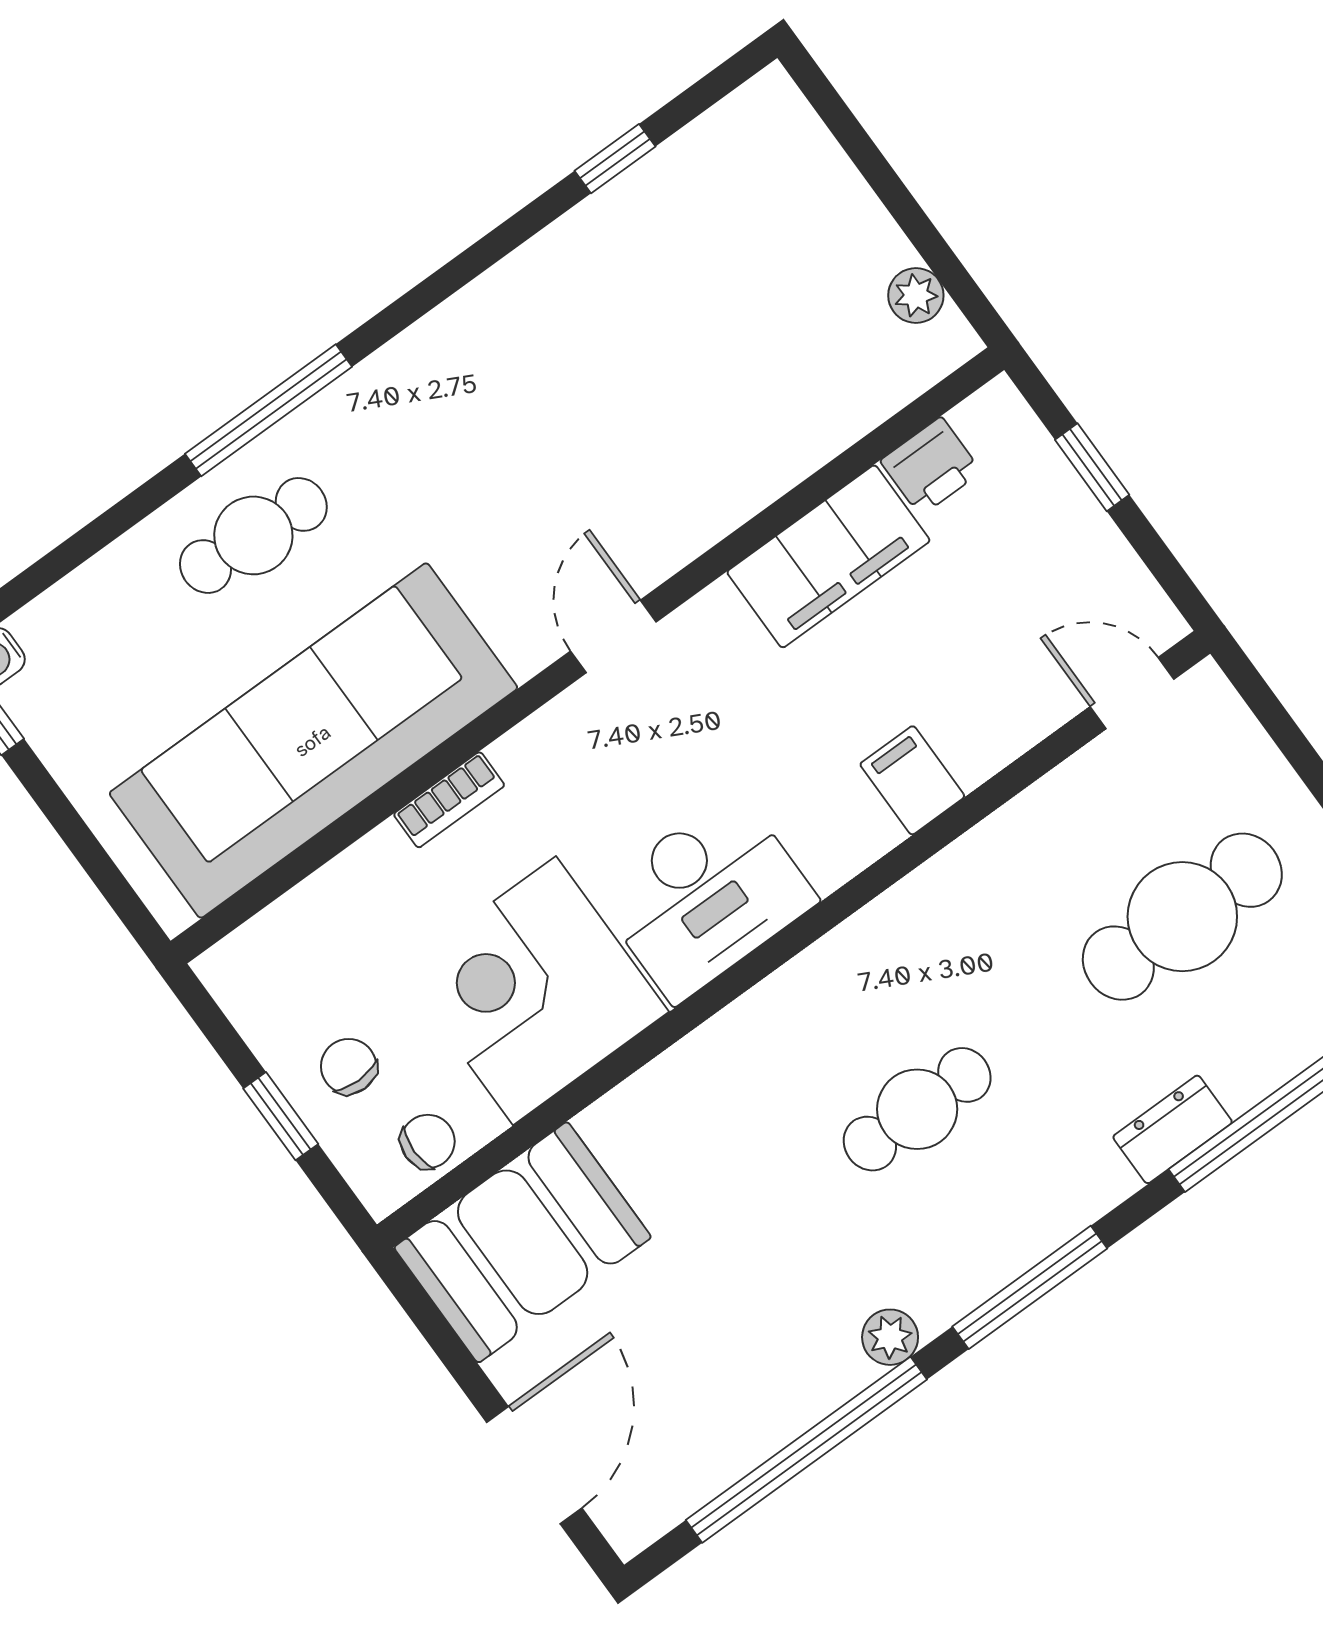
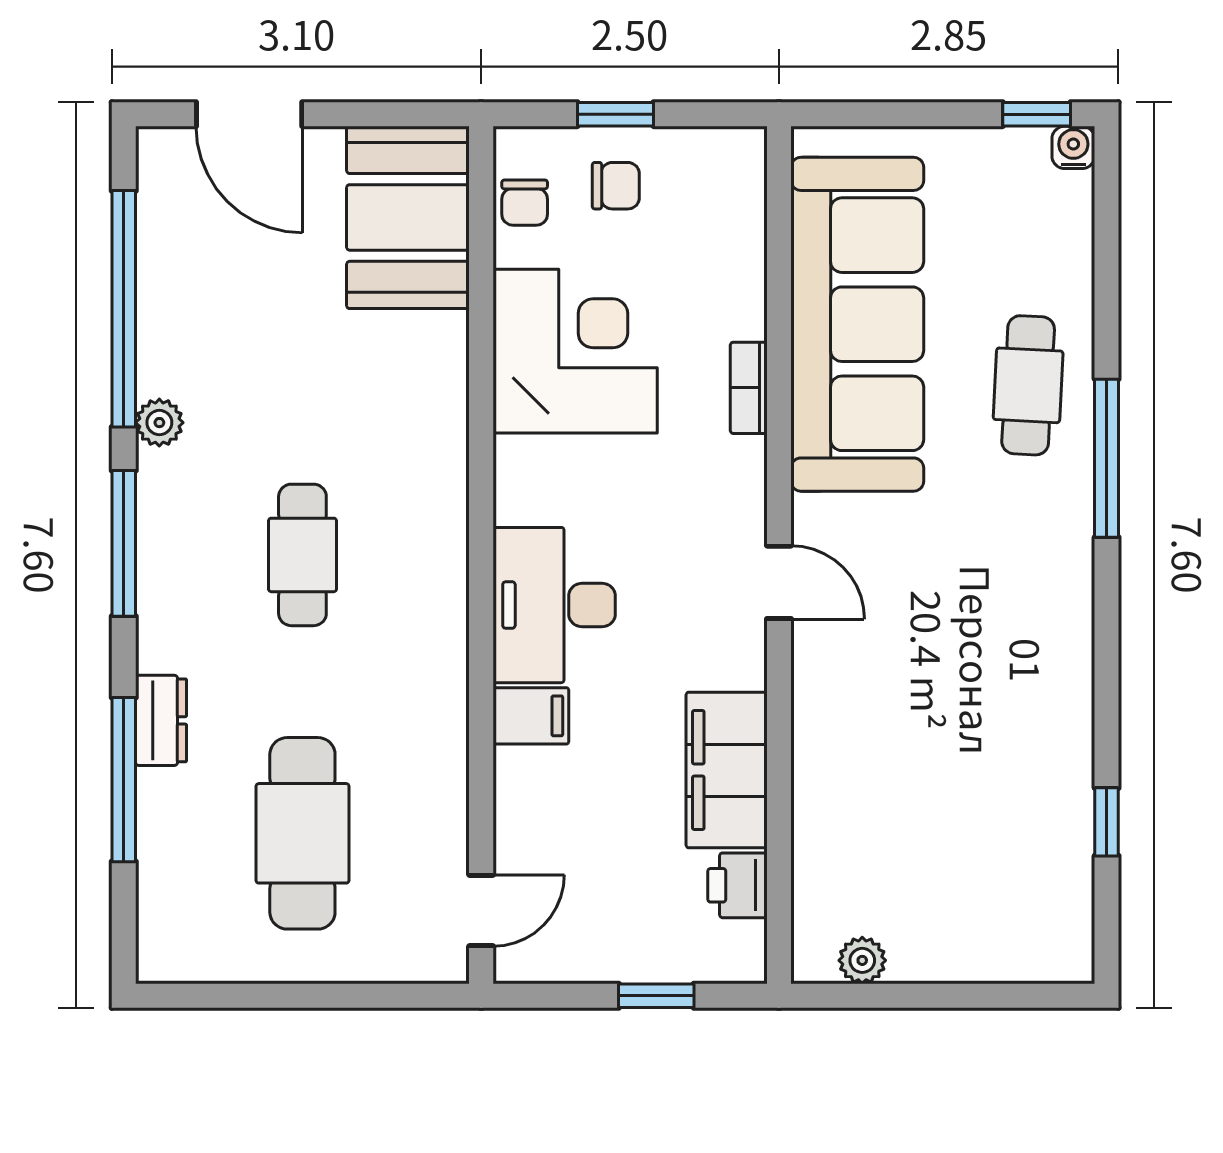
desk: (706, 897) -> (554, 605), moved

